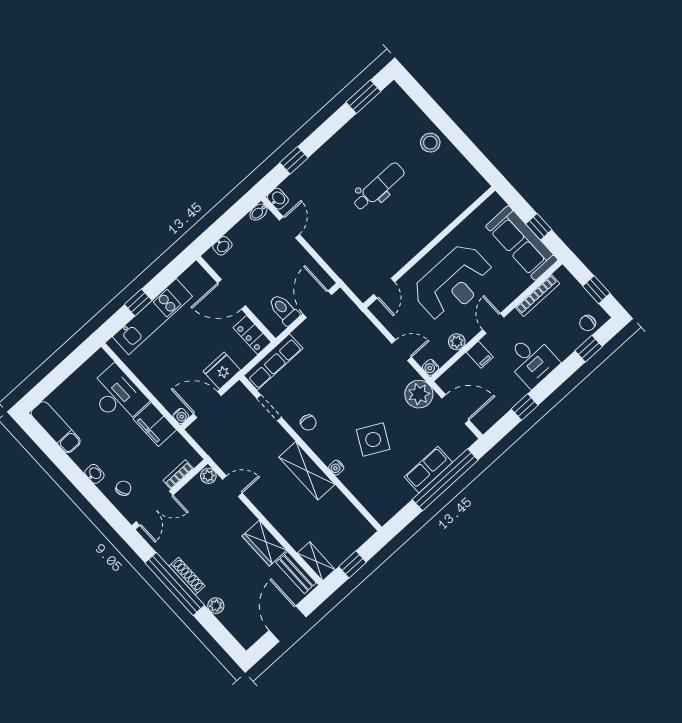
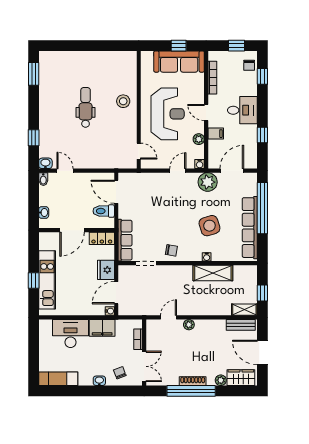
stool: (430, 143) -> (123, 101), moved
side table: (373, 440) -> (209, 226), turned 45
row of seats: (428, 470) -> (250, 228), width x2.02
shelving: (307, 471) -> (213, 273), moved
plant: (208, 476) -> (189, 325), moved
wardrobe: (264, 543) -> (241, 378), moved, turned 180

